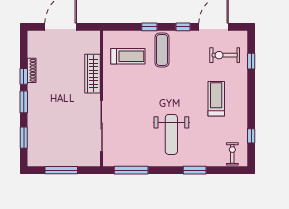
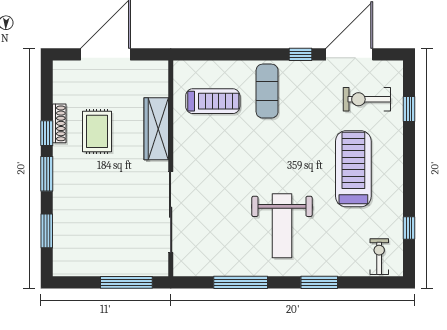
window: (149, 27) -> (247, 54), removed
rug: (55, 75) -> (97, 131), added
treadmill: (216, 99) -> (353, 169), width x1.37, depth x1.38
window: (61, 170) -> (126, 282), moved
window: (131, 170) -> (241, 282), moved

